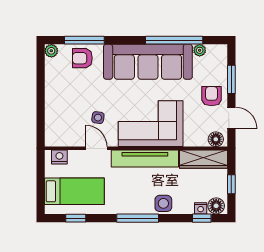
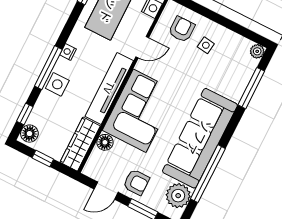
plant: (200, 50) -> (178, 196), width x1.87, depth x1.87
armchair: (82, 58) -> (182, 29), moved
side table: (98, 118) -> (206, 45), moved
floor lamp: (216, 139) -> (105, 142), moved
nightstand: (201, 208) -> (68, 52), moved
window: (138, 218) -> (48, 68), moved

